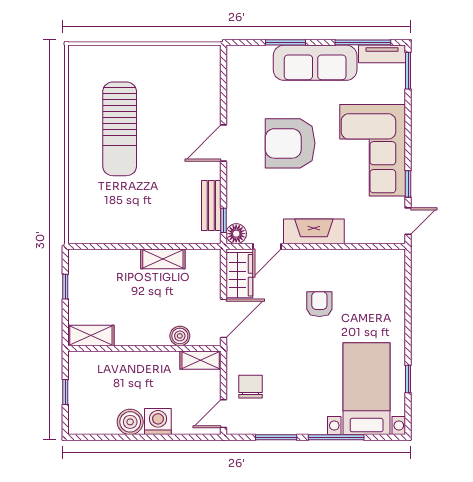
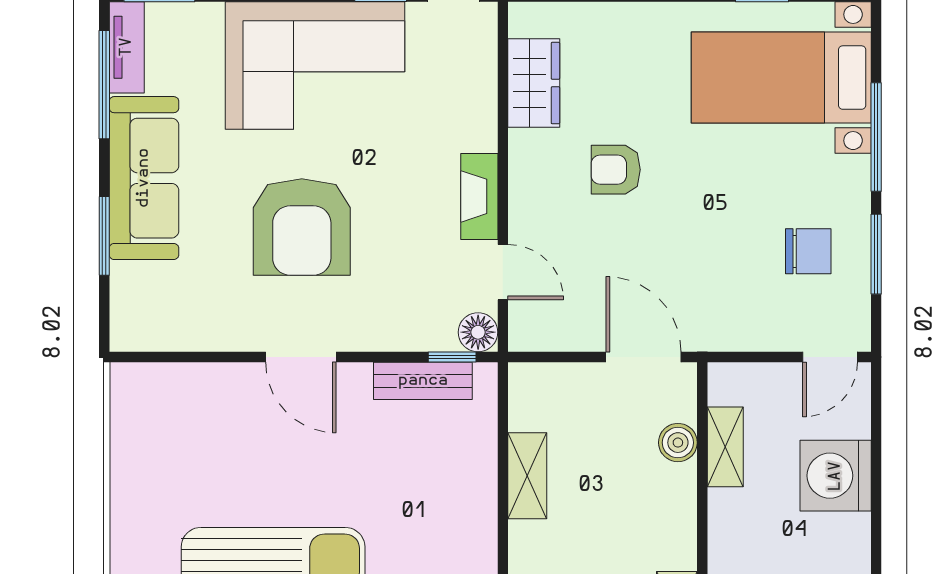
fireplace: (314, 231) -> (479, 196), width x0.73, depth x0.76
wardrobe: (239, 275) -> (534, 83), moved, turned 90
shelving: (201, 360) -> (725, 447), moved
chair: (250, 387) -> (808, 251), moved, turned 180
door: (224, 414) -> (830, 357), hinge flipped
washing machine: (158, 421) -> (836, 476), width x1.37, depth x1.37
boiler: (130, 422) -> (846, 540), removed

